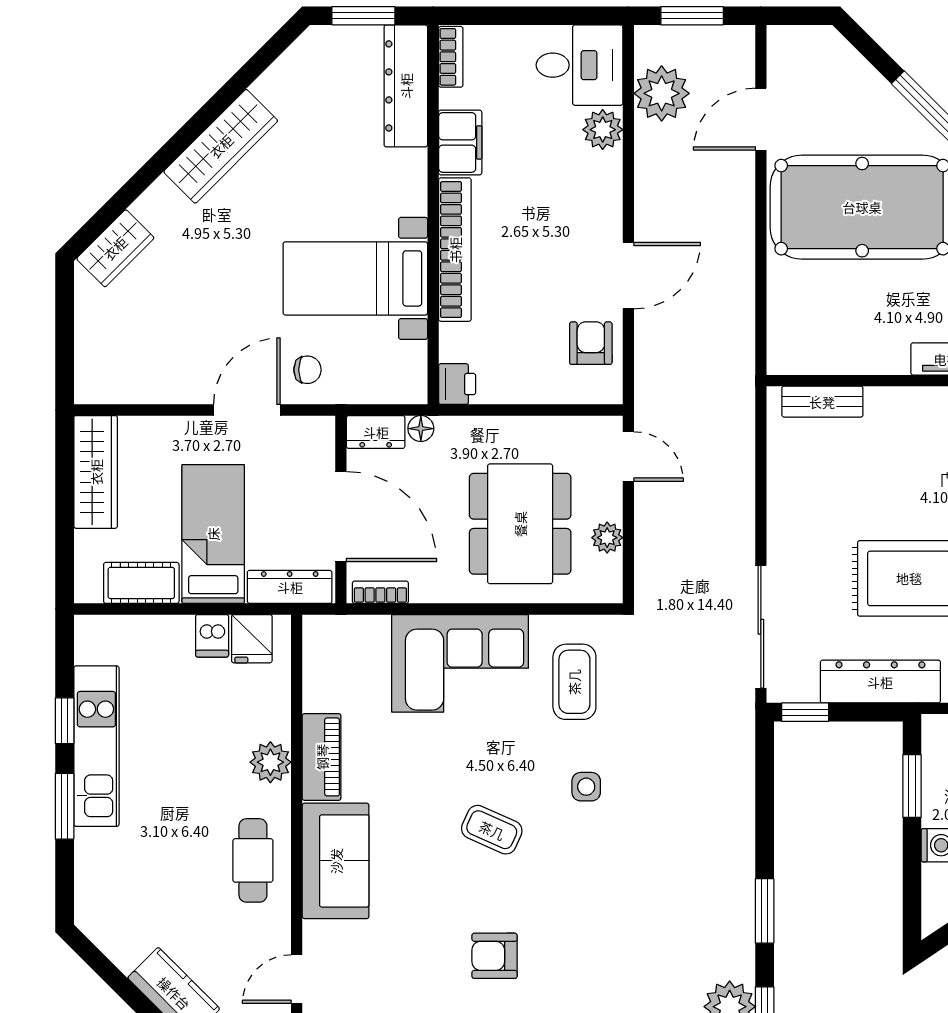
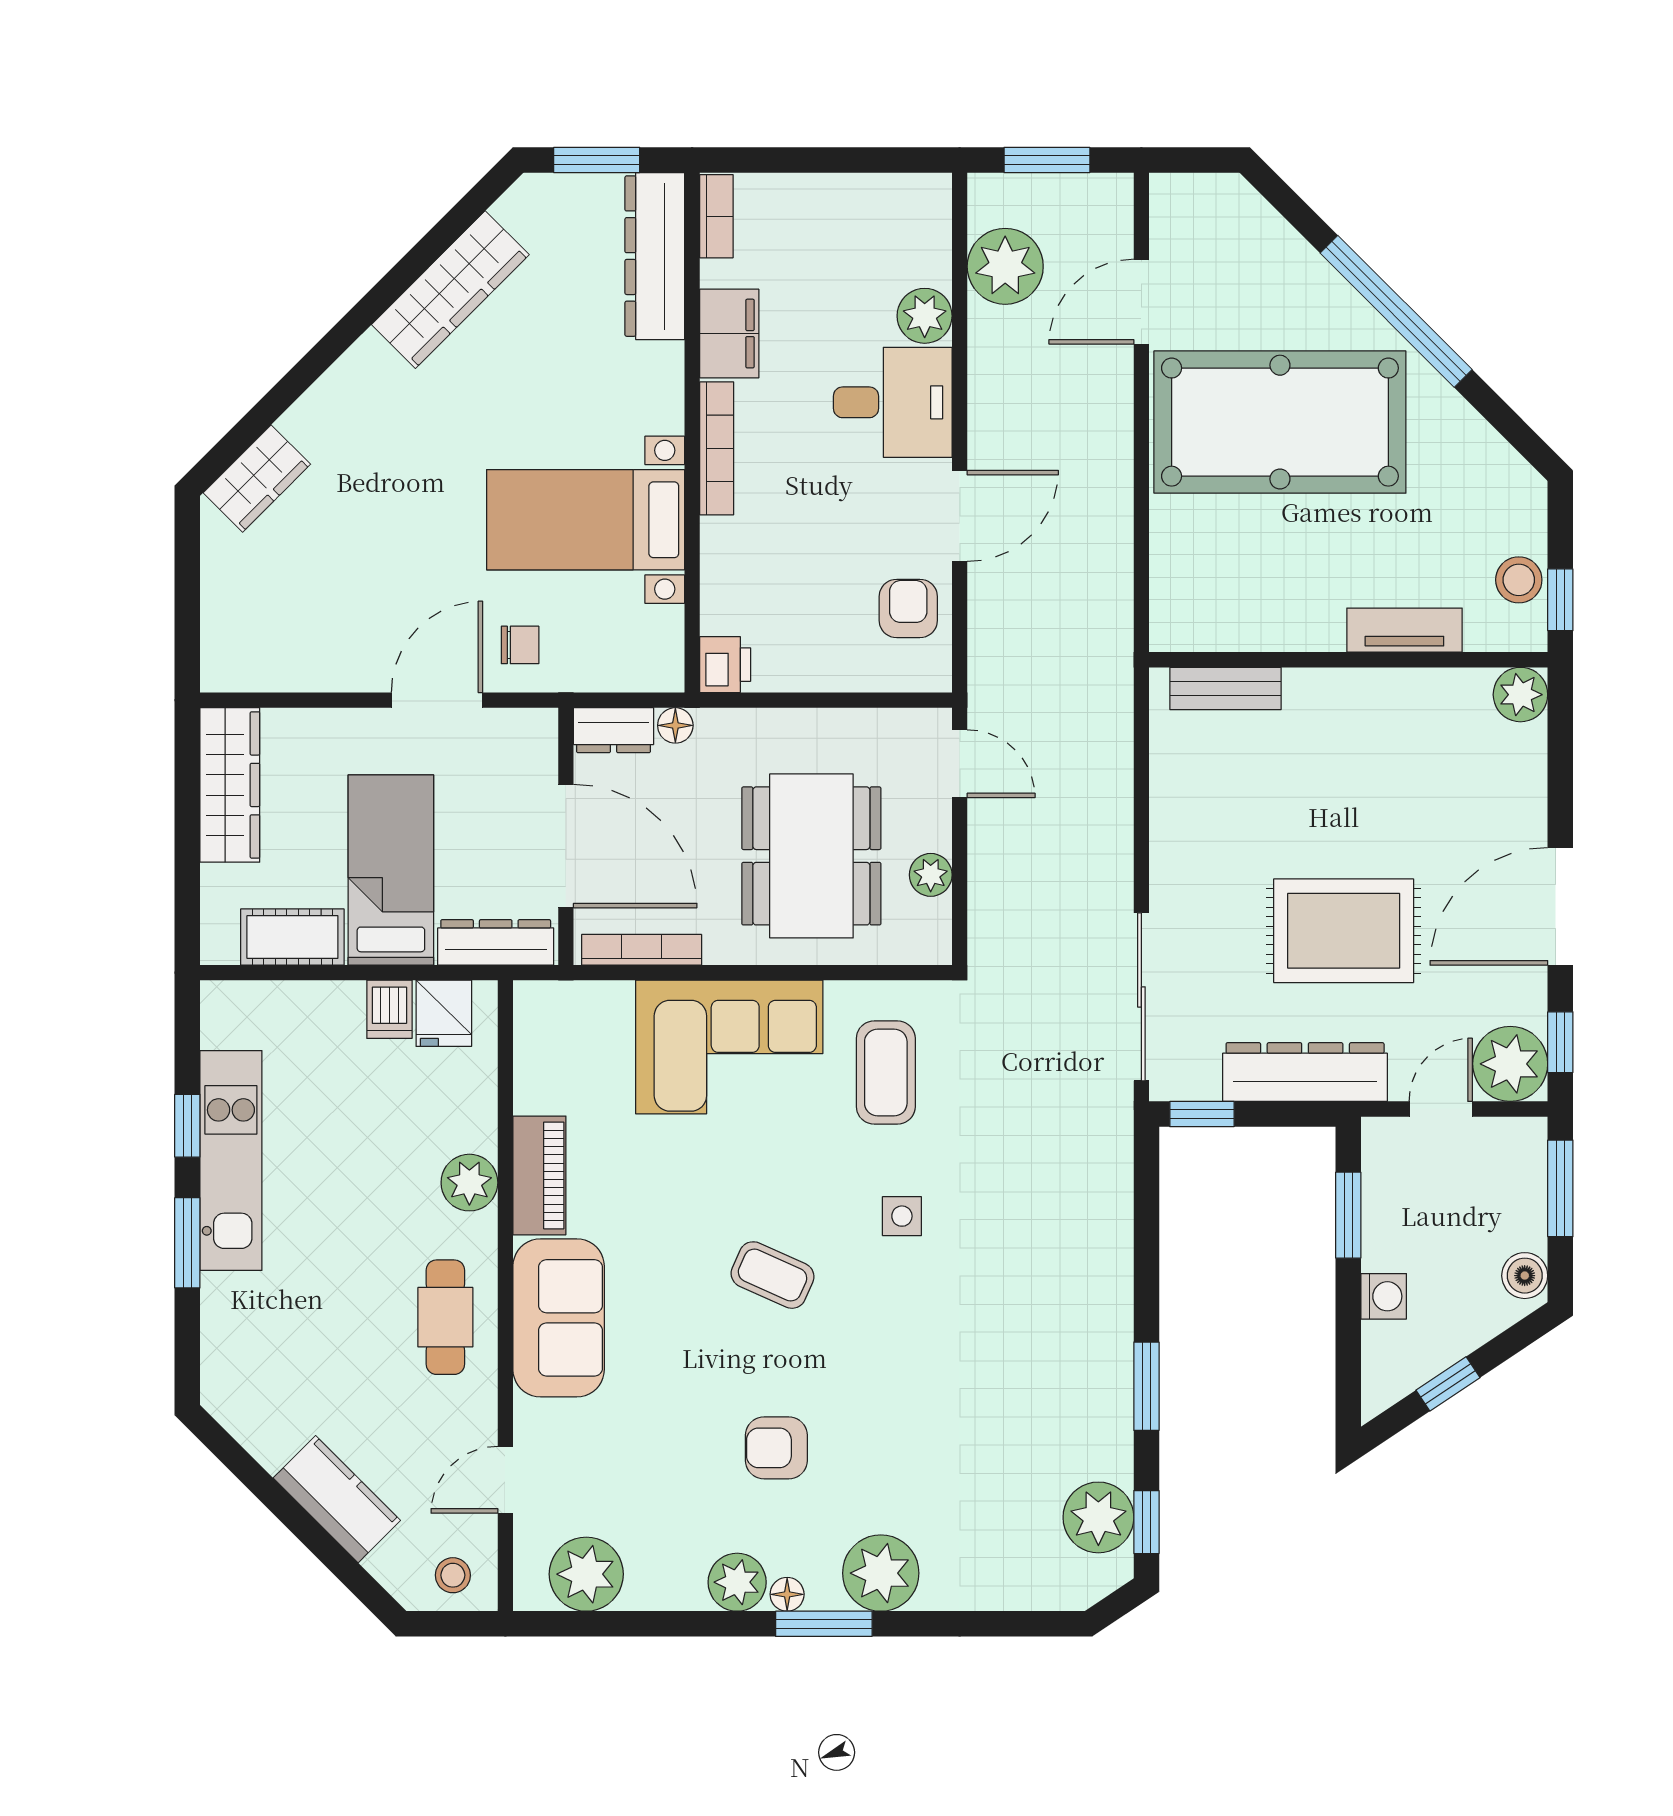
desk: (579, 65) -> (893, 402), moved
wardrobe: (221, 146) -> (450, 290), moved
bookcase: (455, 250) -> (717, 448), width x0.68, depth x0.76
bookcase: (380, 592) -> (642, 950), width x1.56

